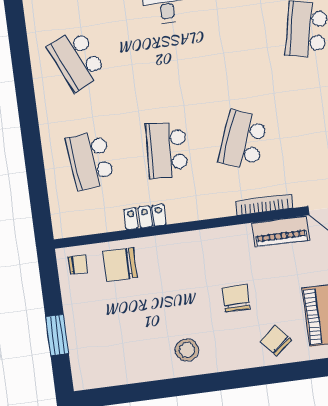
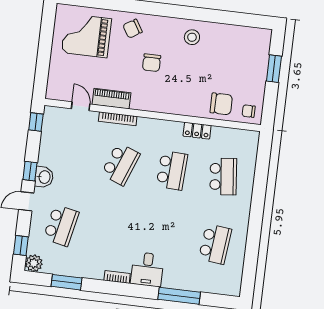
school desk: (77, 60) -> (215, 244), turned 30
chair: (276, 340) -> (133, 29), turned 97

